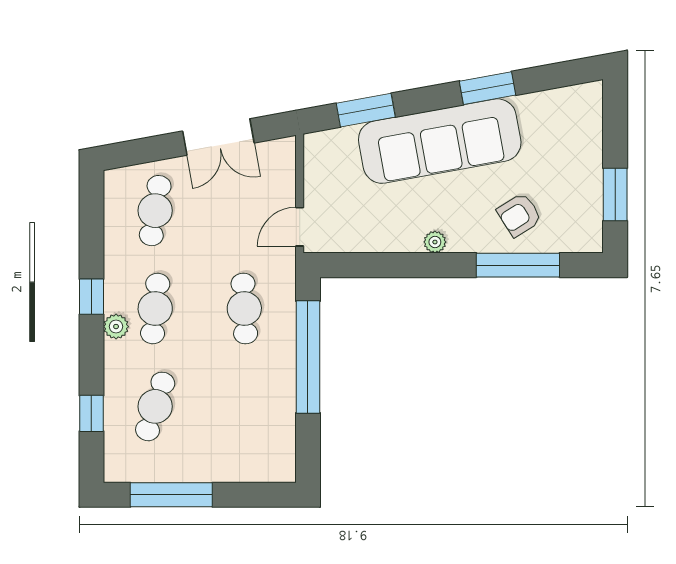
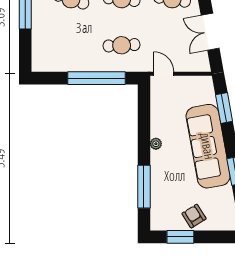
armchair: (519, 215) -> (194, 216), moved

